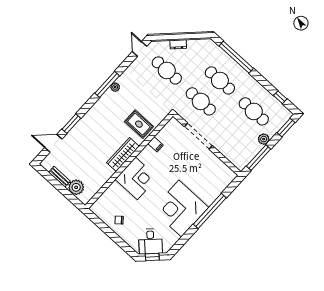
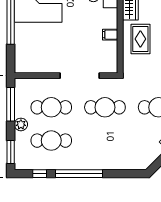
window: (236, 57) -> (79, 174), moved
cafe table: (220, 80) -> (51, 107), moved
rug: (139, 124) -> (140, 39), turned 90

